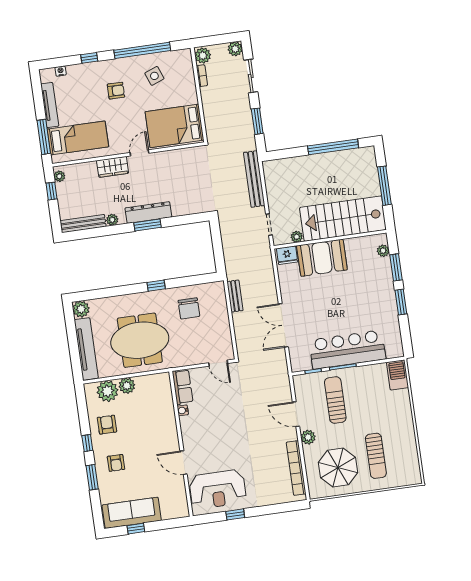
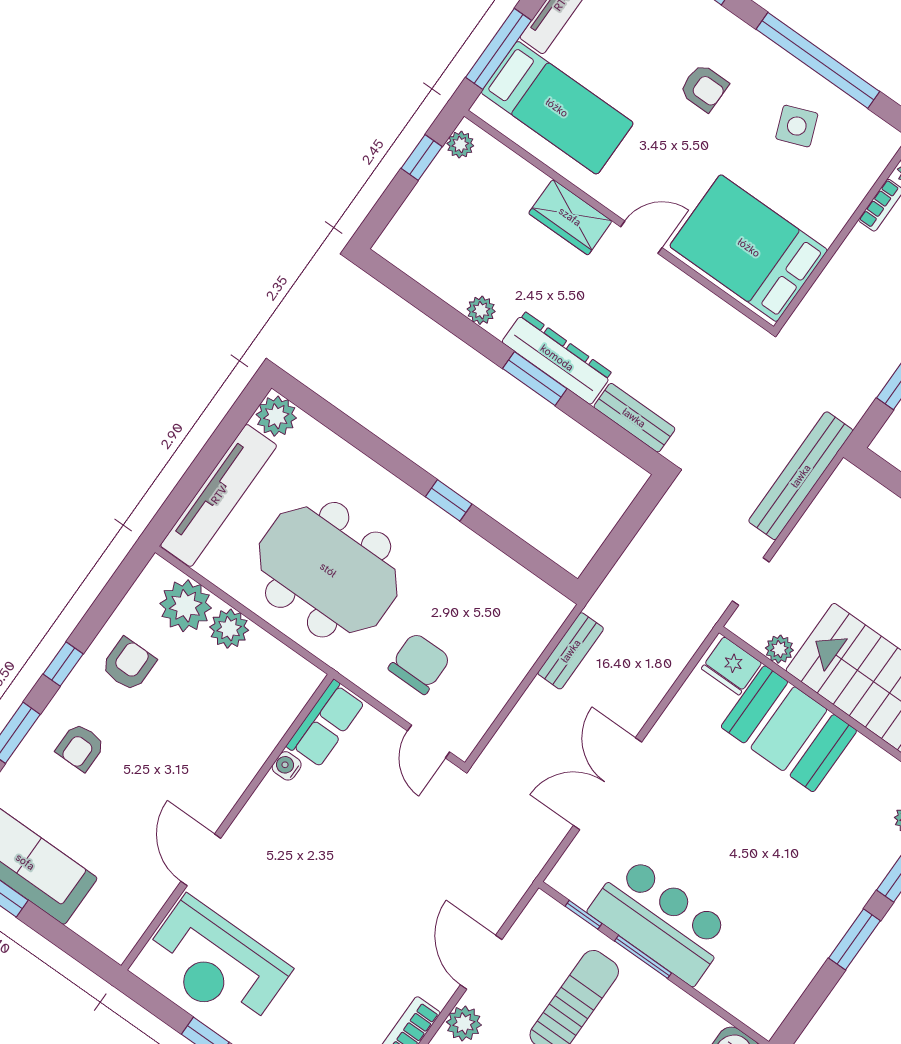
bench: (83, 224) -> (634, 418), moved, width x0.73
chair: (189, 308) -> (419, 663), moved, turned 180
bar counter: (347, 350) -> (661, 920), width x0.73

